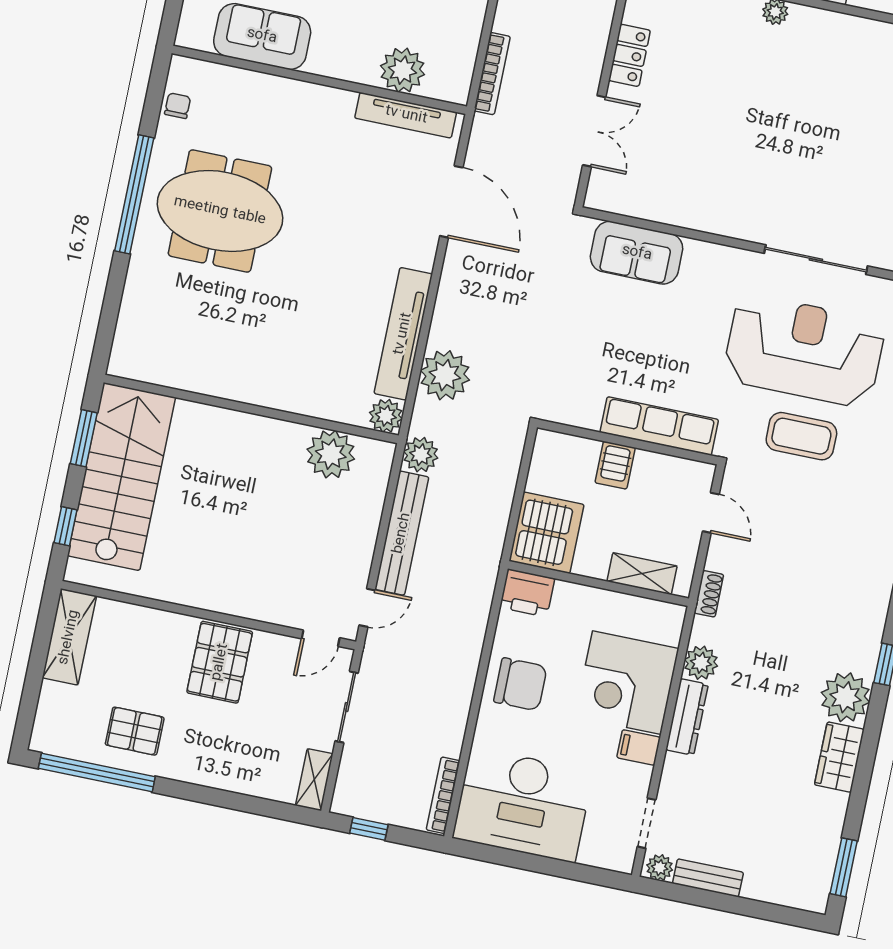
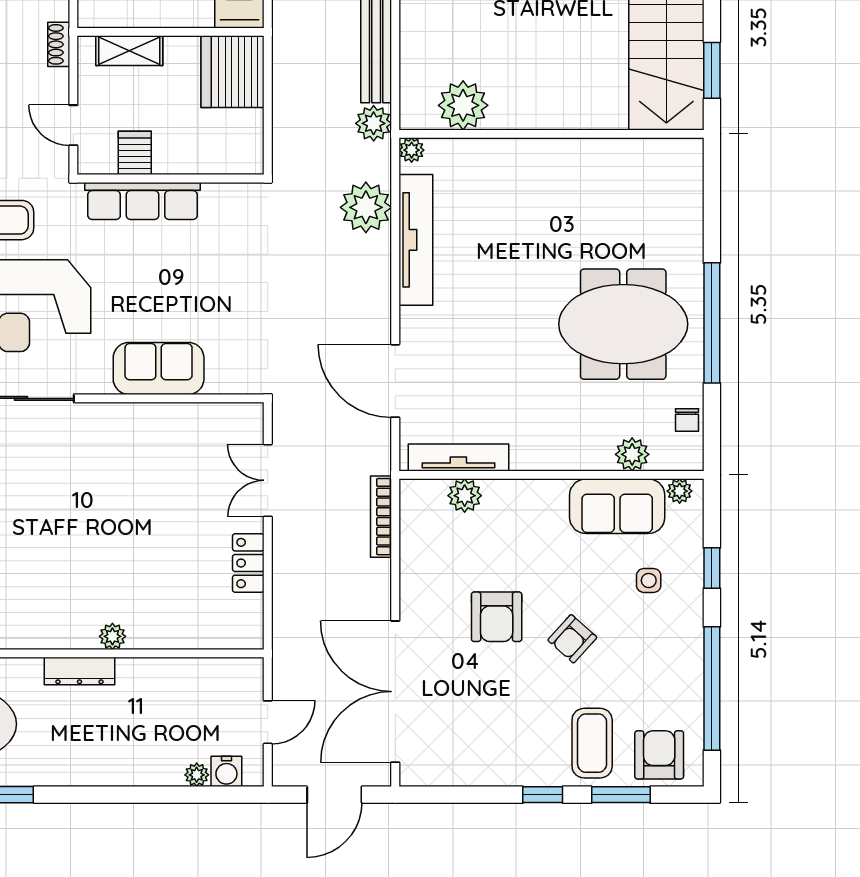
plant: (199, 39) -> (680, 491), added
plant: (403, 70) -> (465, 496), width x0.73, depth x0.73
plant: (237, 83) -> (632, 454), added
sofa: (637, 253) -> (159, 368), moved
plant: (386, 416) -> (412, 150), width x0.73, depth x0.73
server rack: (615, 465) -> (135, 153), moved

